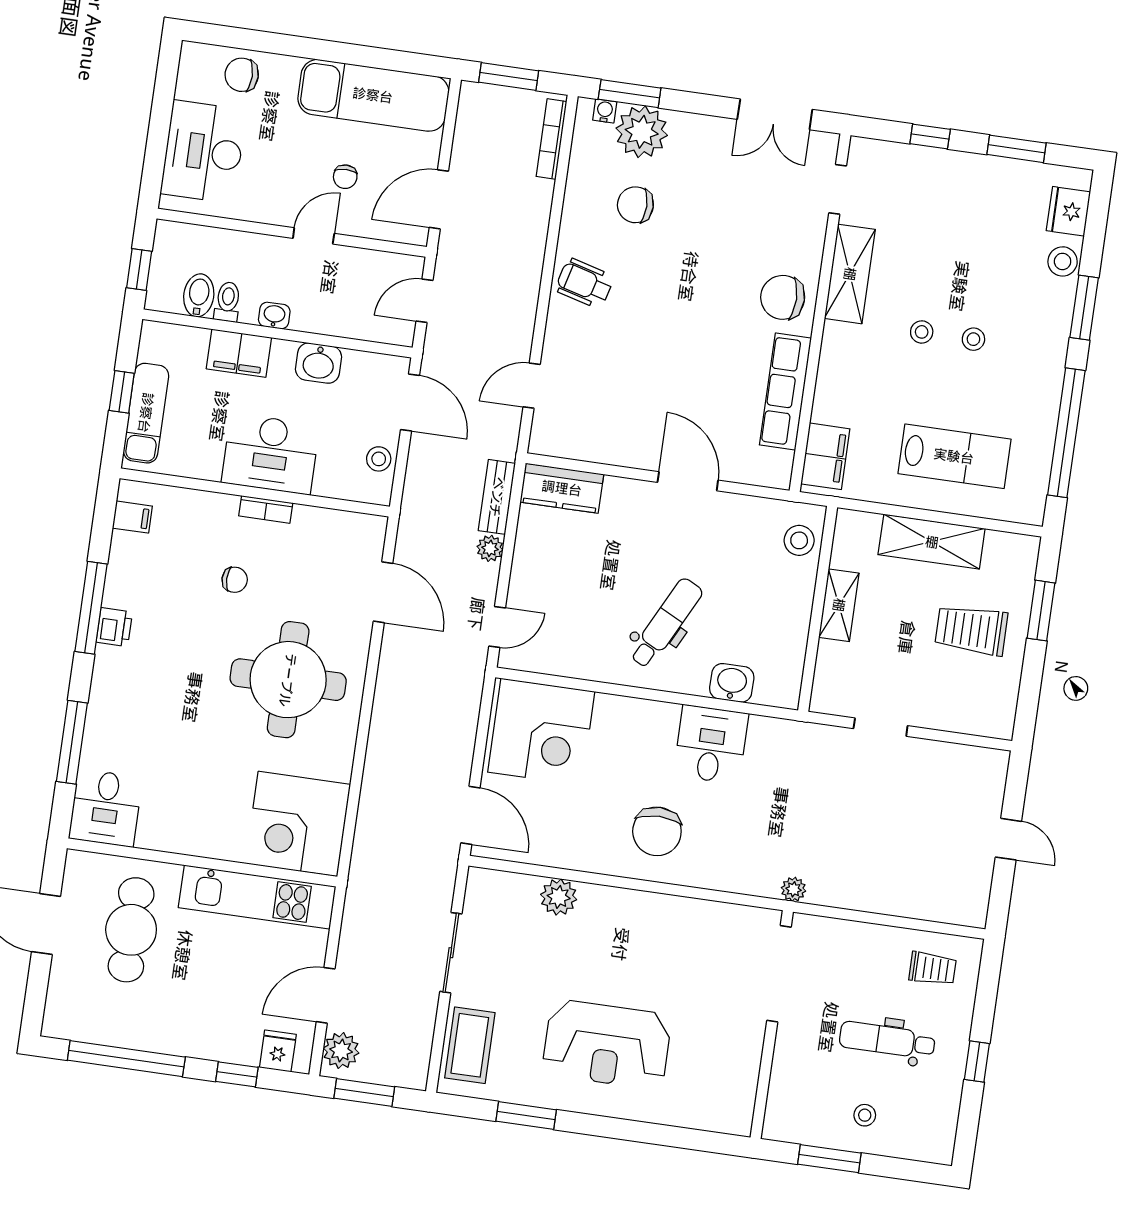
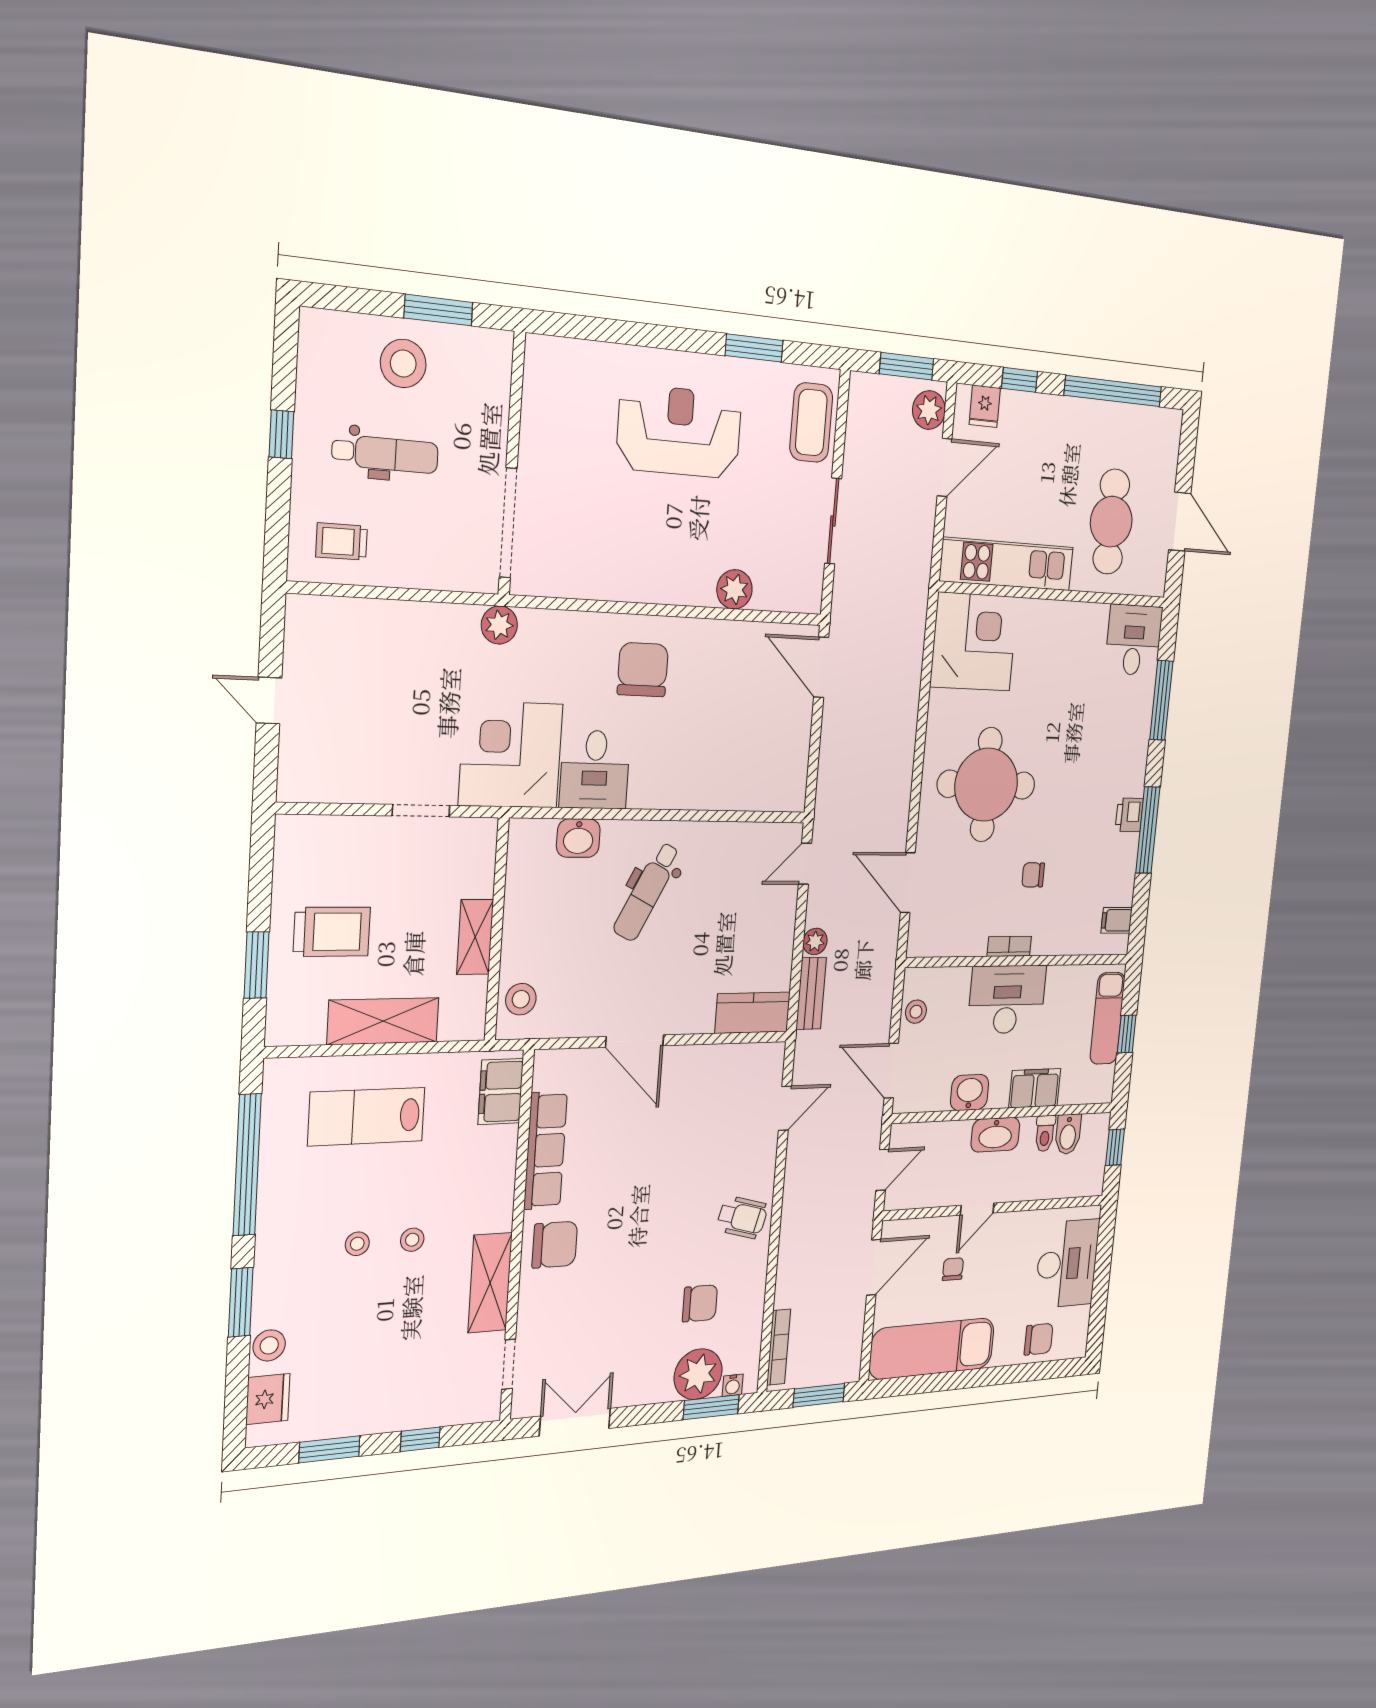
washbasin: (274, 316) -> (995, 1135), width x1.91, depth x1.45
corner desk: (541, 732) -> (511, 755), moved
plant: (794, 889) -> (499, 625), width x1.38, depth x1.38
stool: (865, 1115) -> (403, 364), width x1.89, depth x1.89

